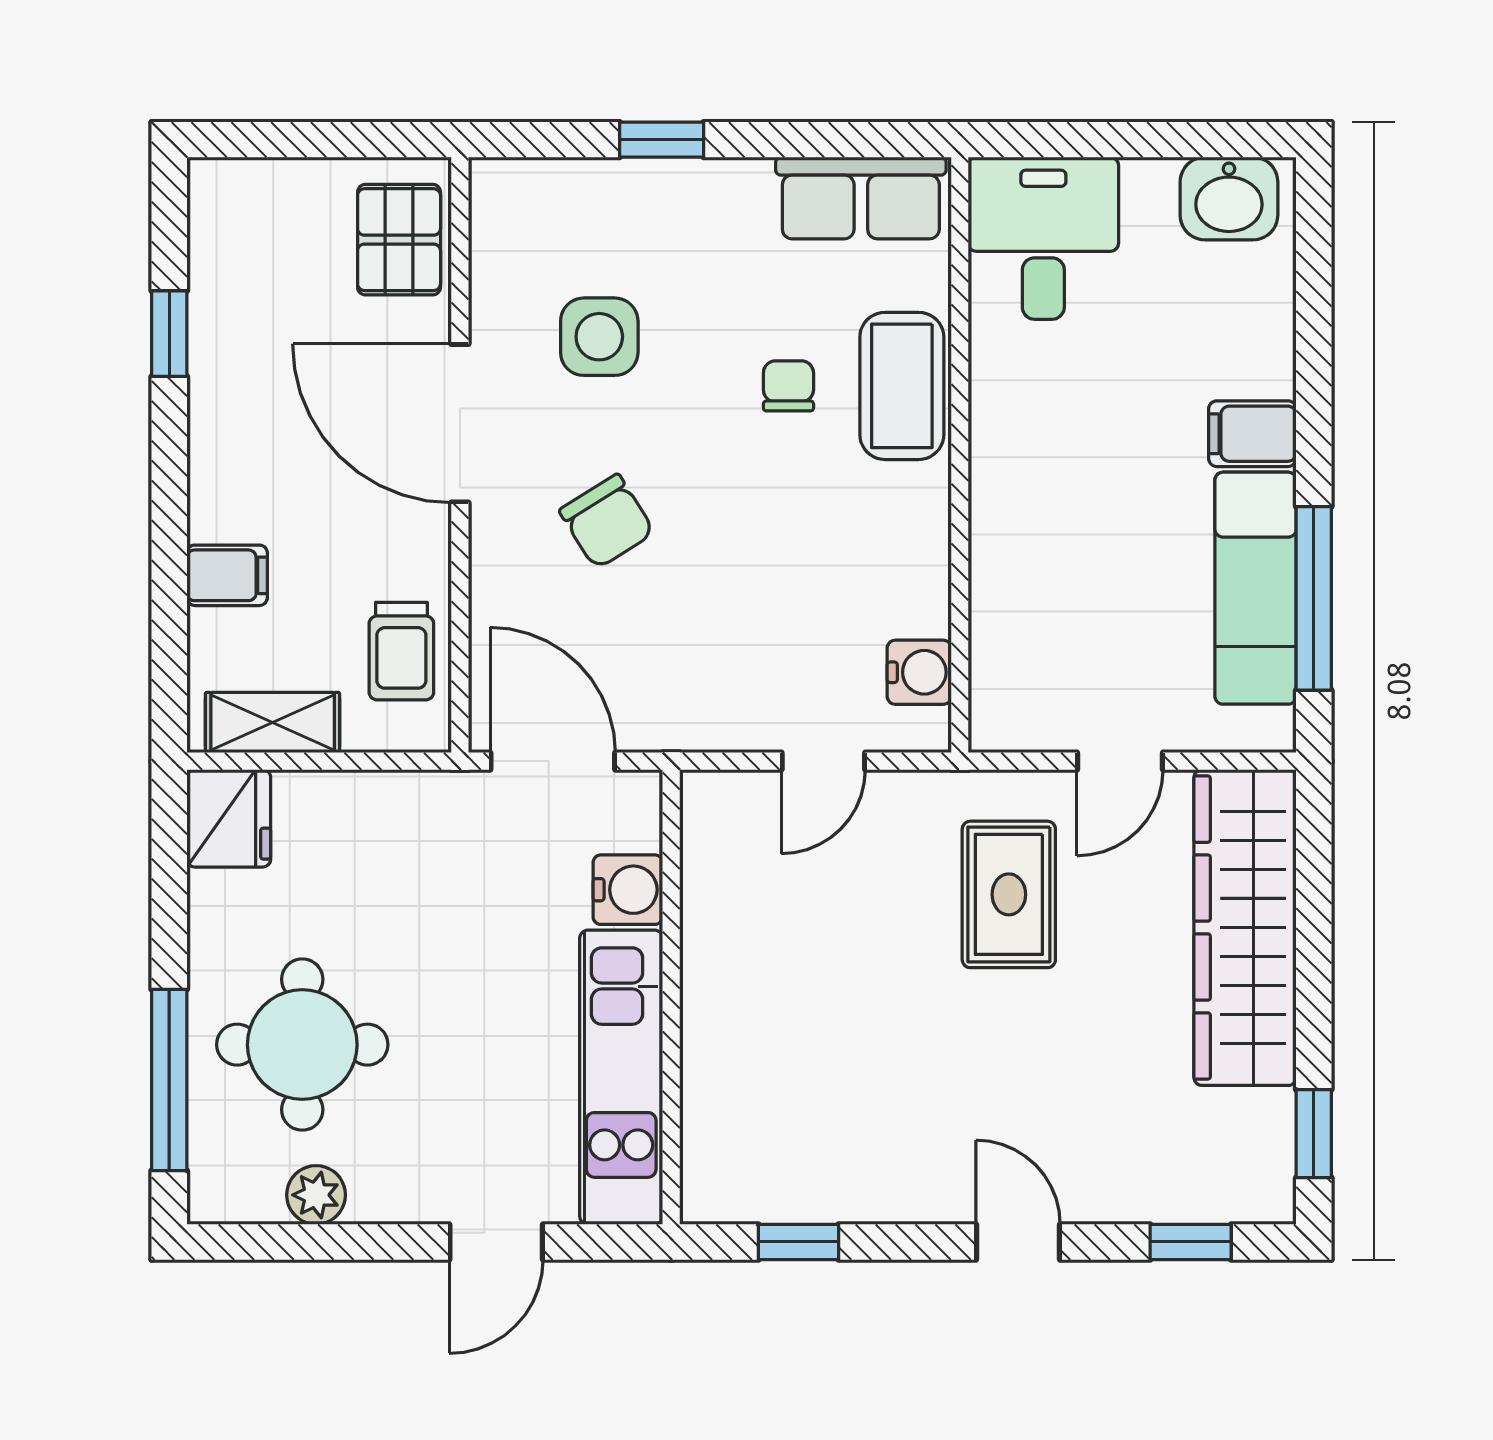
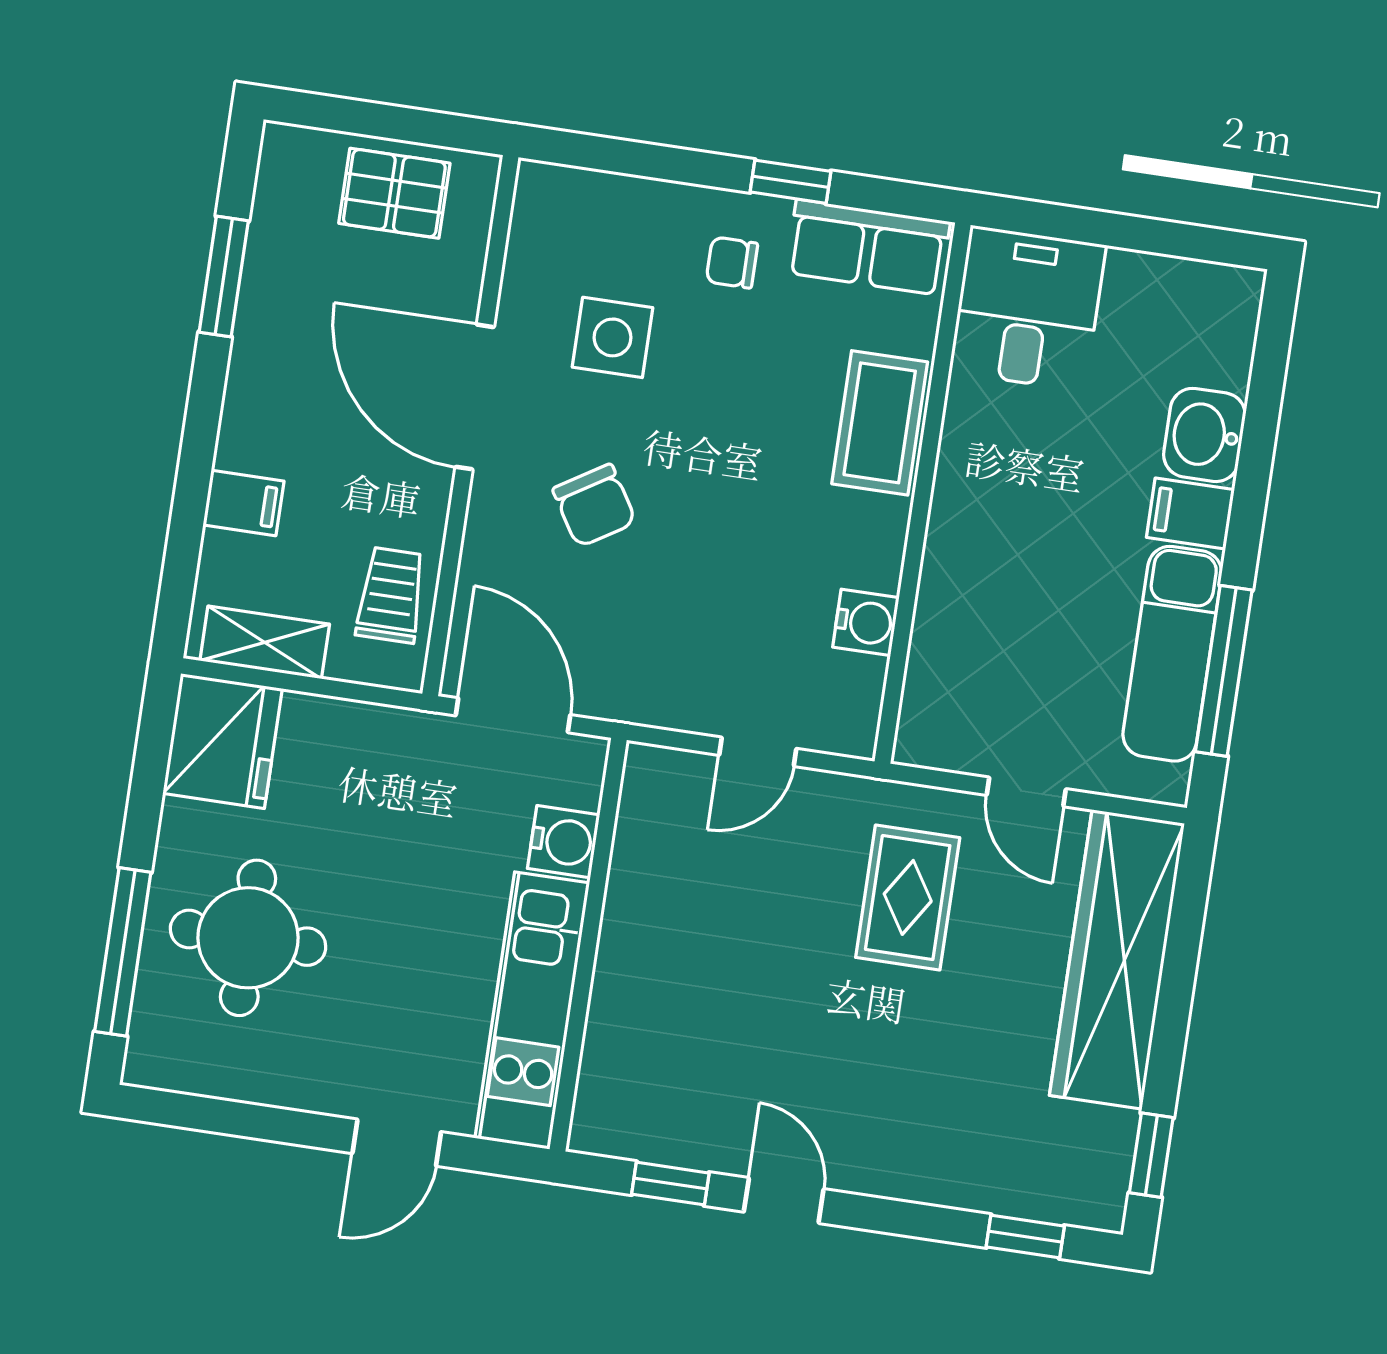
window: (662, 140) -> (790, 182), moved
washbasin: (1229, 199) -> (1204, 435), moved, turned 90
pallet: (399, 240) -> (394, 193), moved, turned 90
window: (169, 334) -> (224, 276), width x1.50
chair: (788, 386) -> (732, 263), moved, turned -90
trolley: (401, 651) -> (391, 595), turned 180
water cooler: (919, 672) -> (866, 622), moved
door: (1120, 761) -> (1026, 792), hinge flipped
fridge: (229, 818) -> (223, 741), width x1.36, depth x1.34
plant: (316, 1195) -> (240, 1076), removed
door: (1018, 1242) -> (784, 1200), moved

